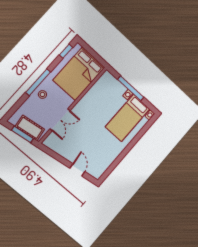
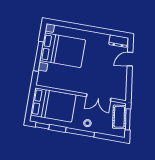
bed with nightstands: (128, 118) -> (63, 50), width x1.36
double door: (60, 120) -> (99, 97), swing flipped
dresser: (100, 169) -> (119, 41), added

